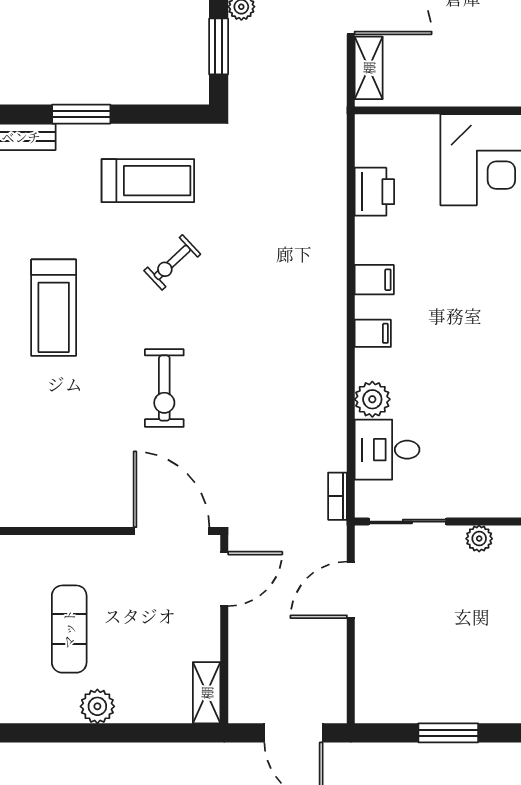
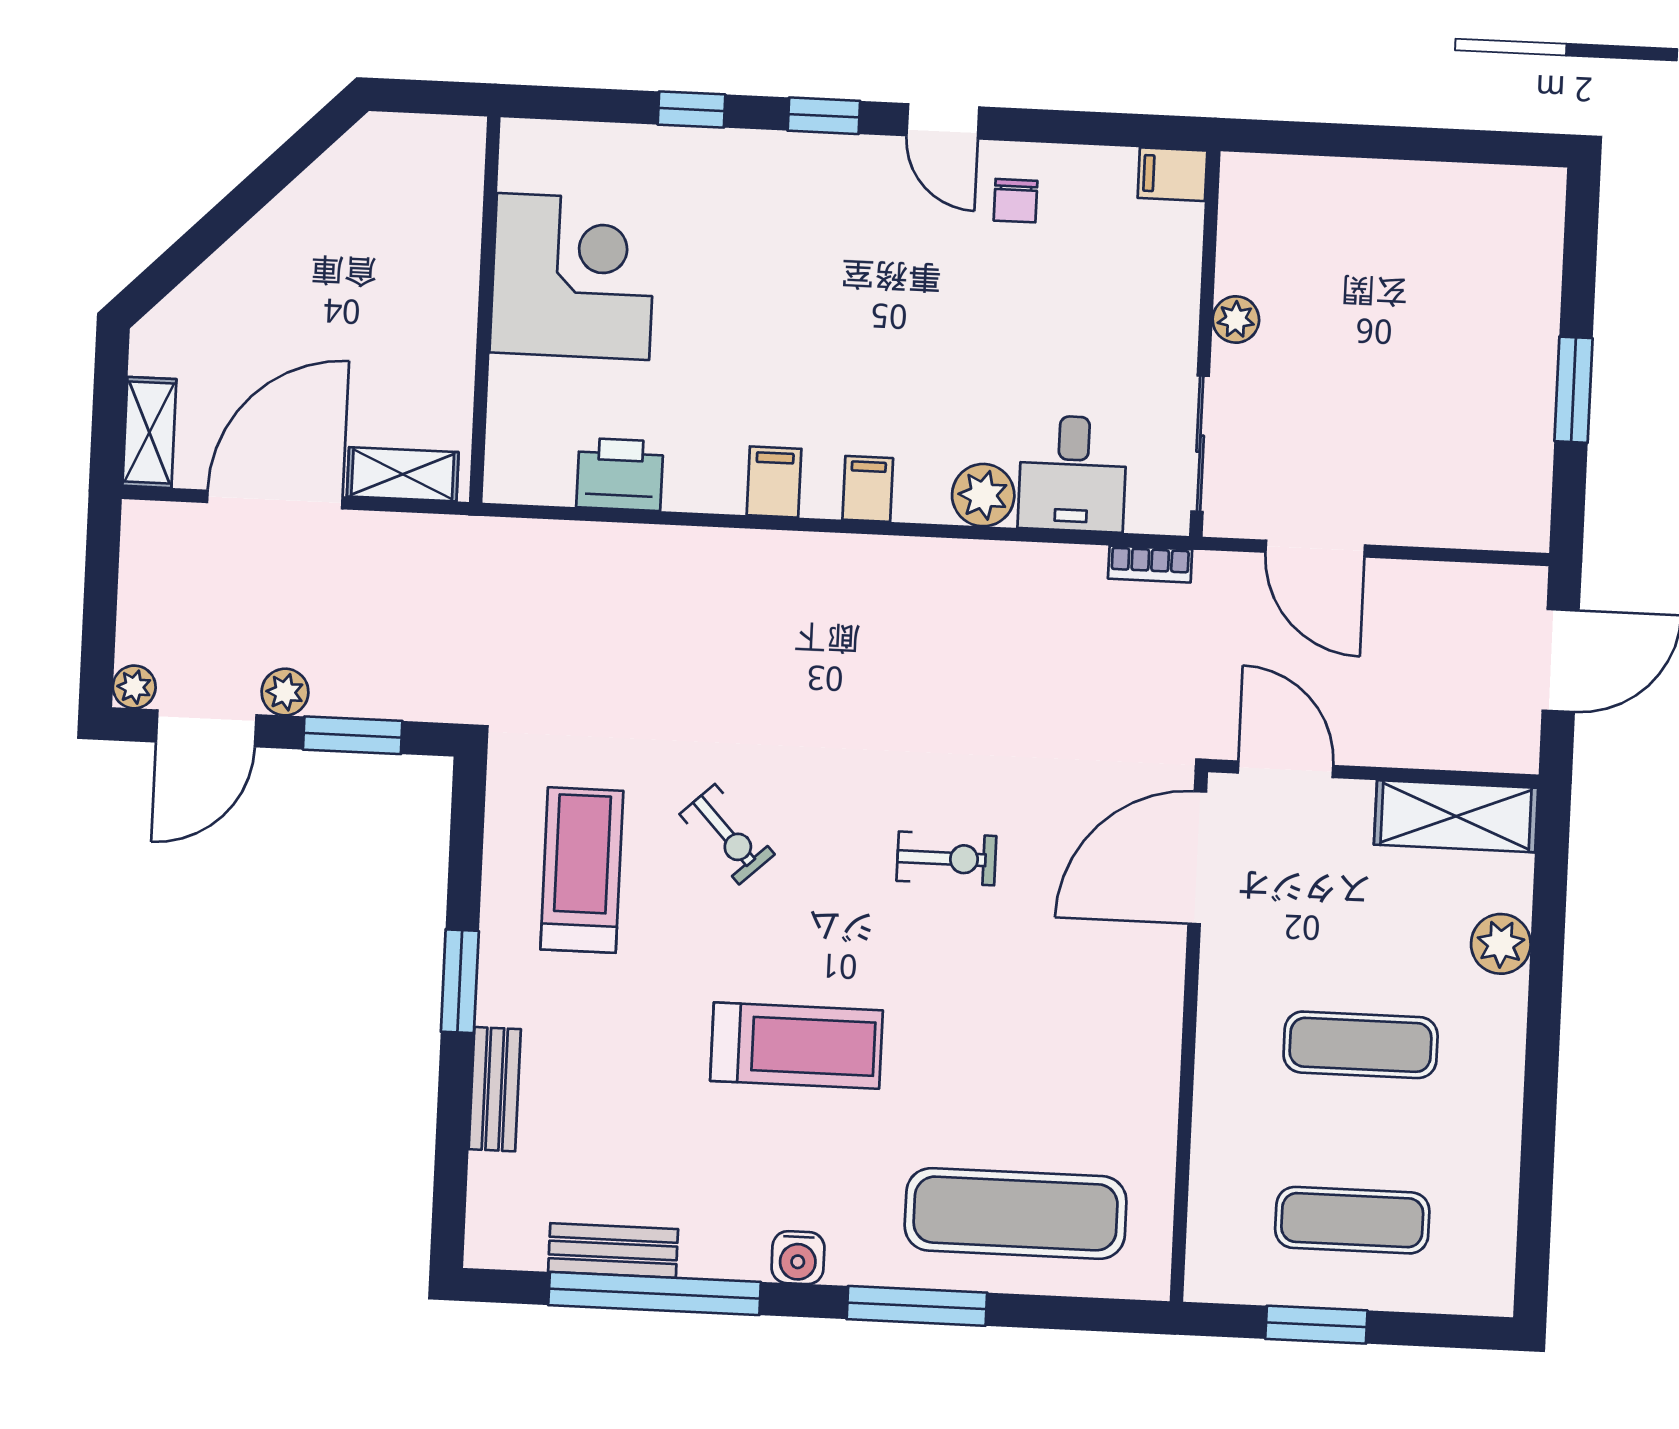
exercise bike: (164, 388) -> (946, 858), width x0.73, depth x0.72
shelving: (207, 693) -> (1456, 816), width x1.50, depth x1.33
plant: (97, 706) -> (1501, 944), moved

